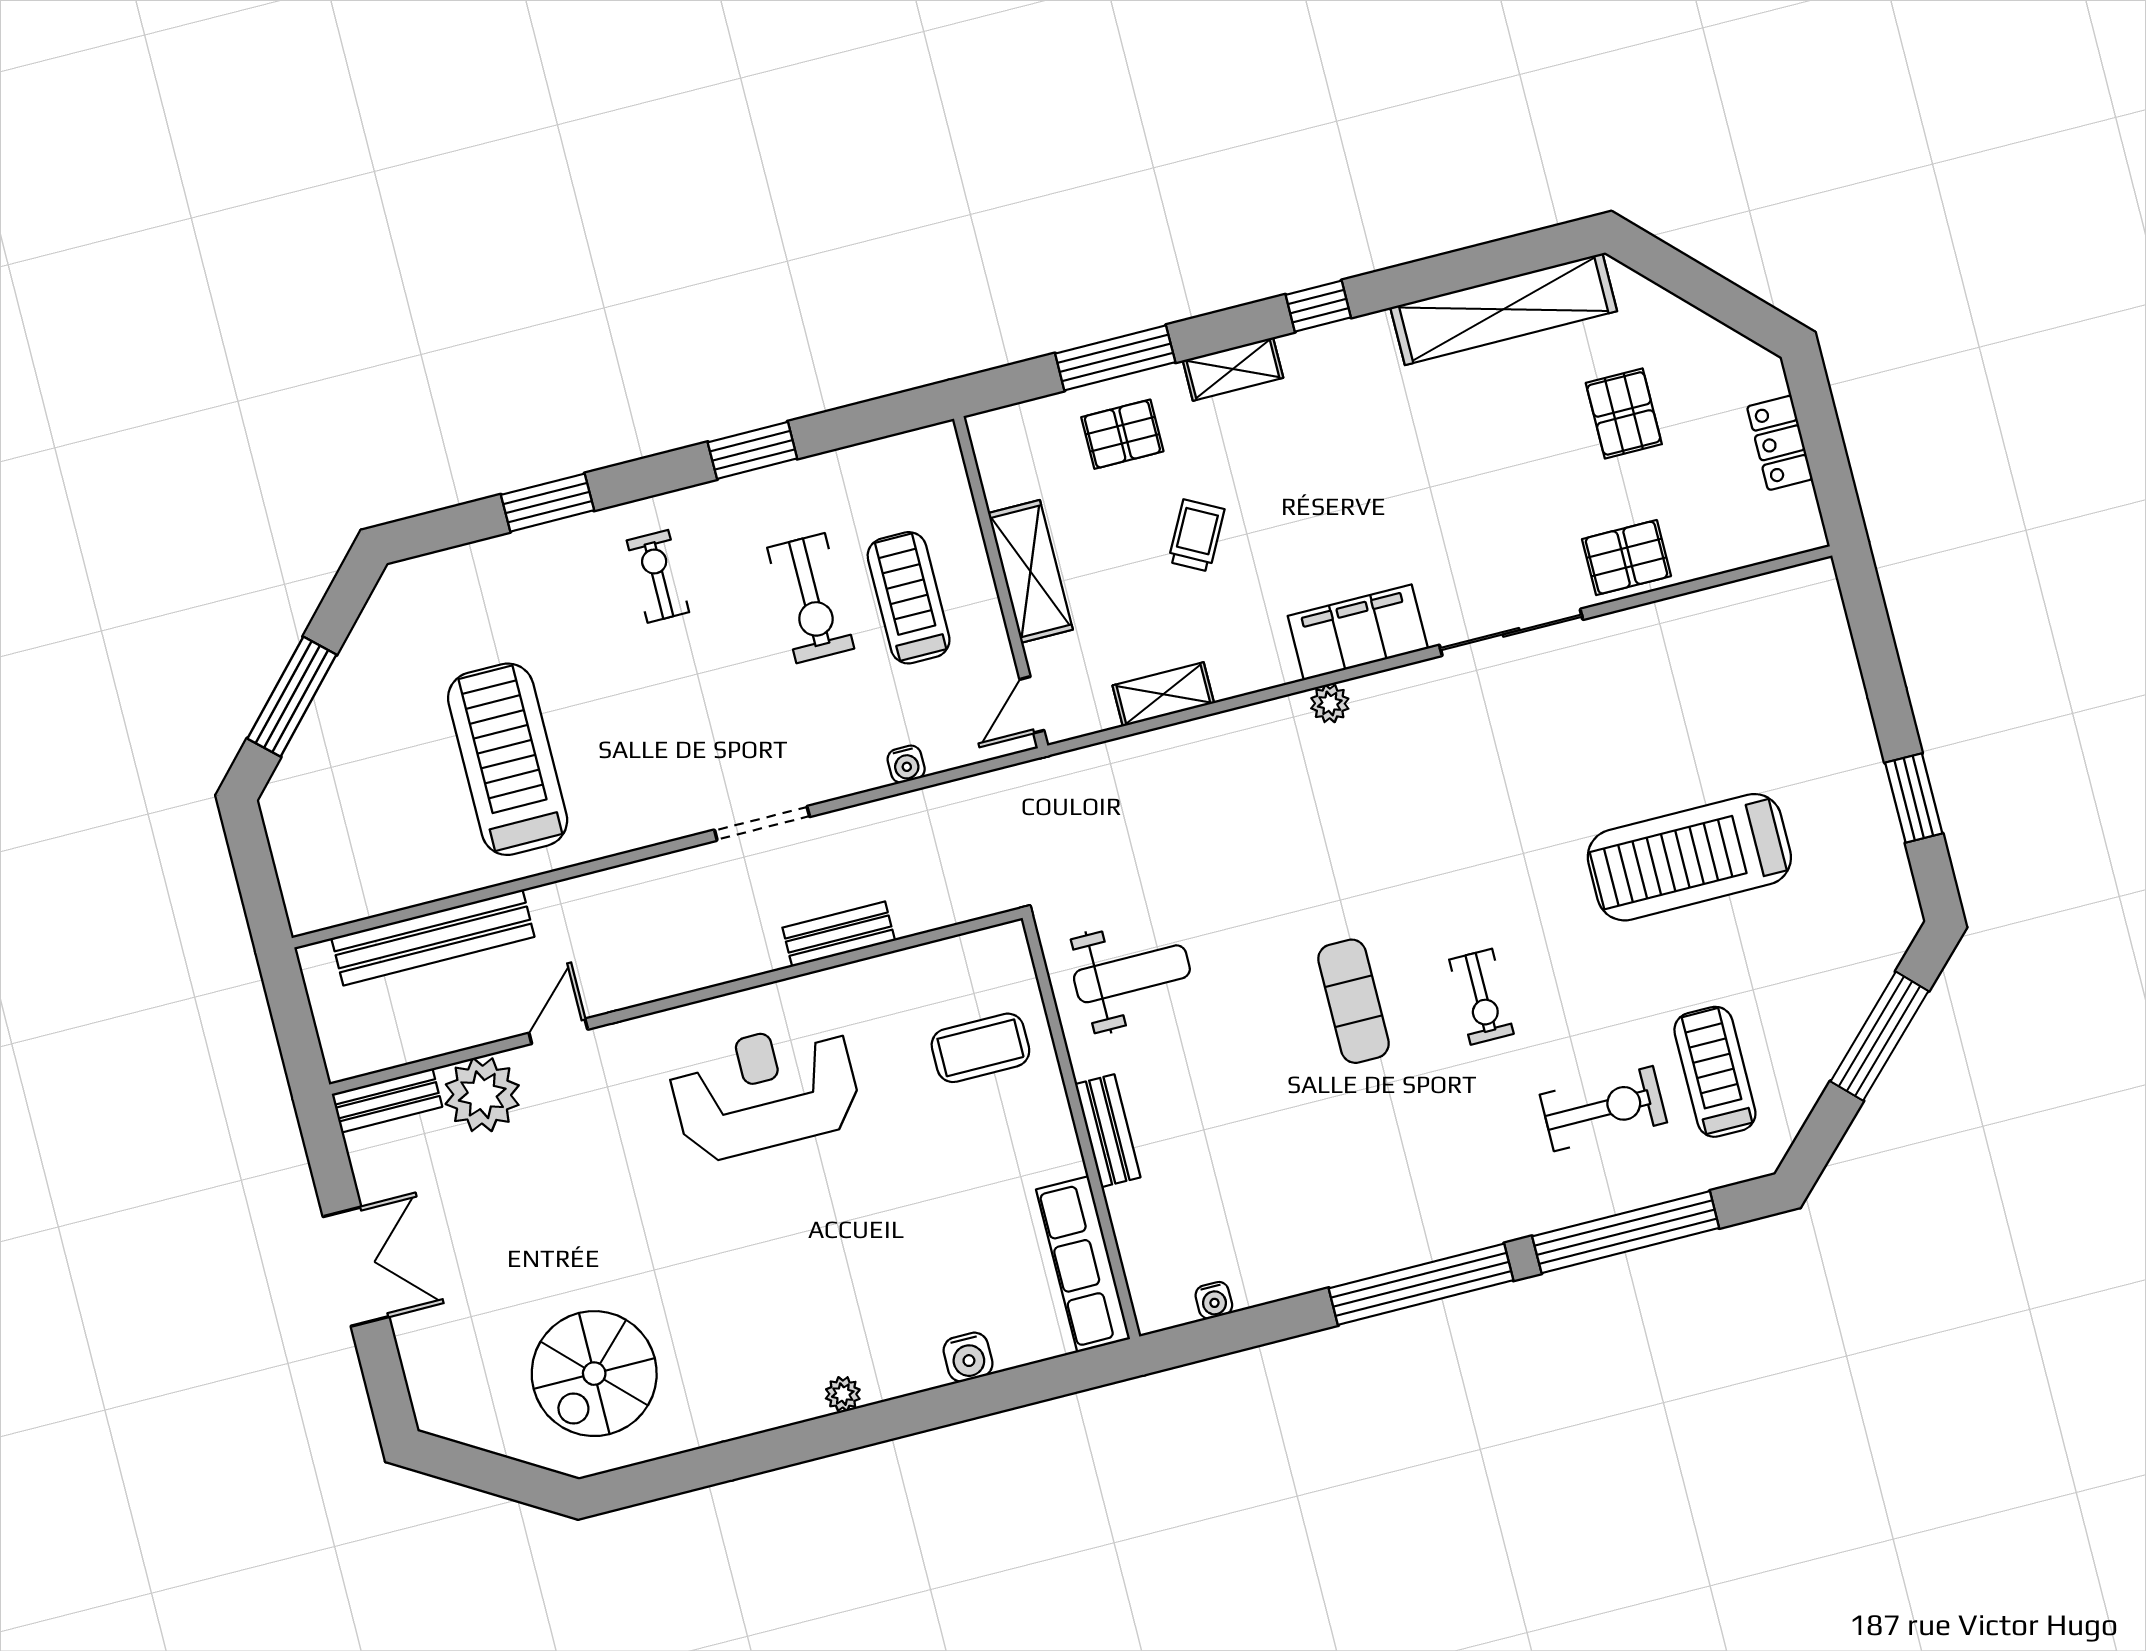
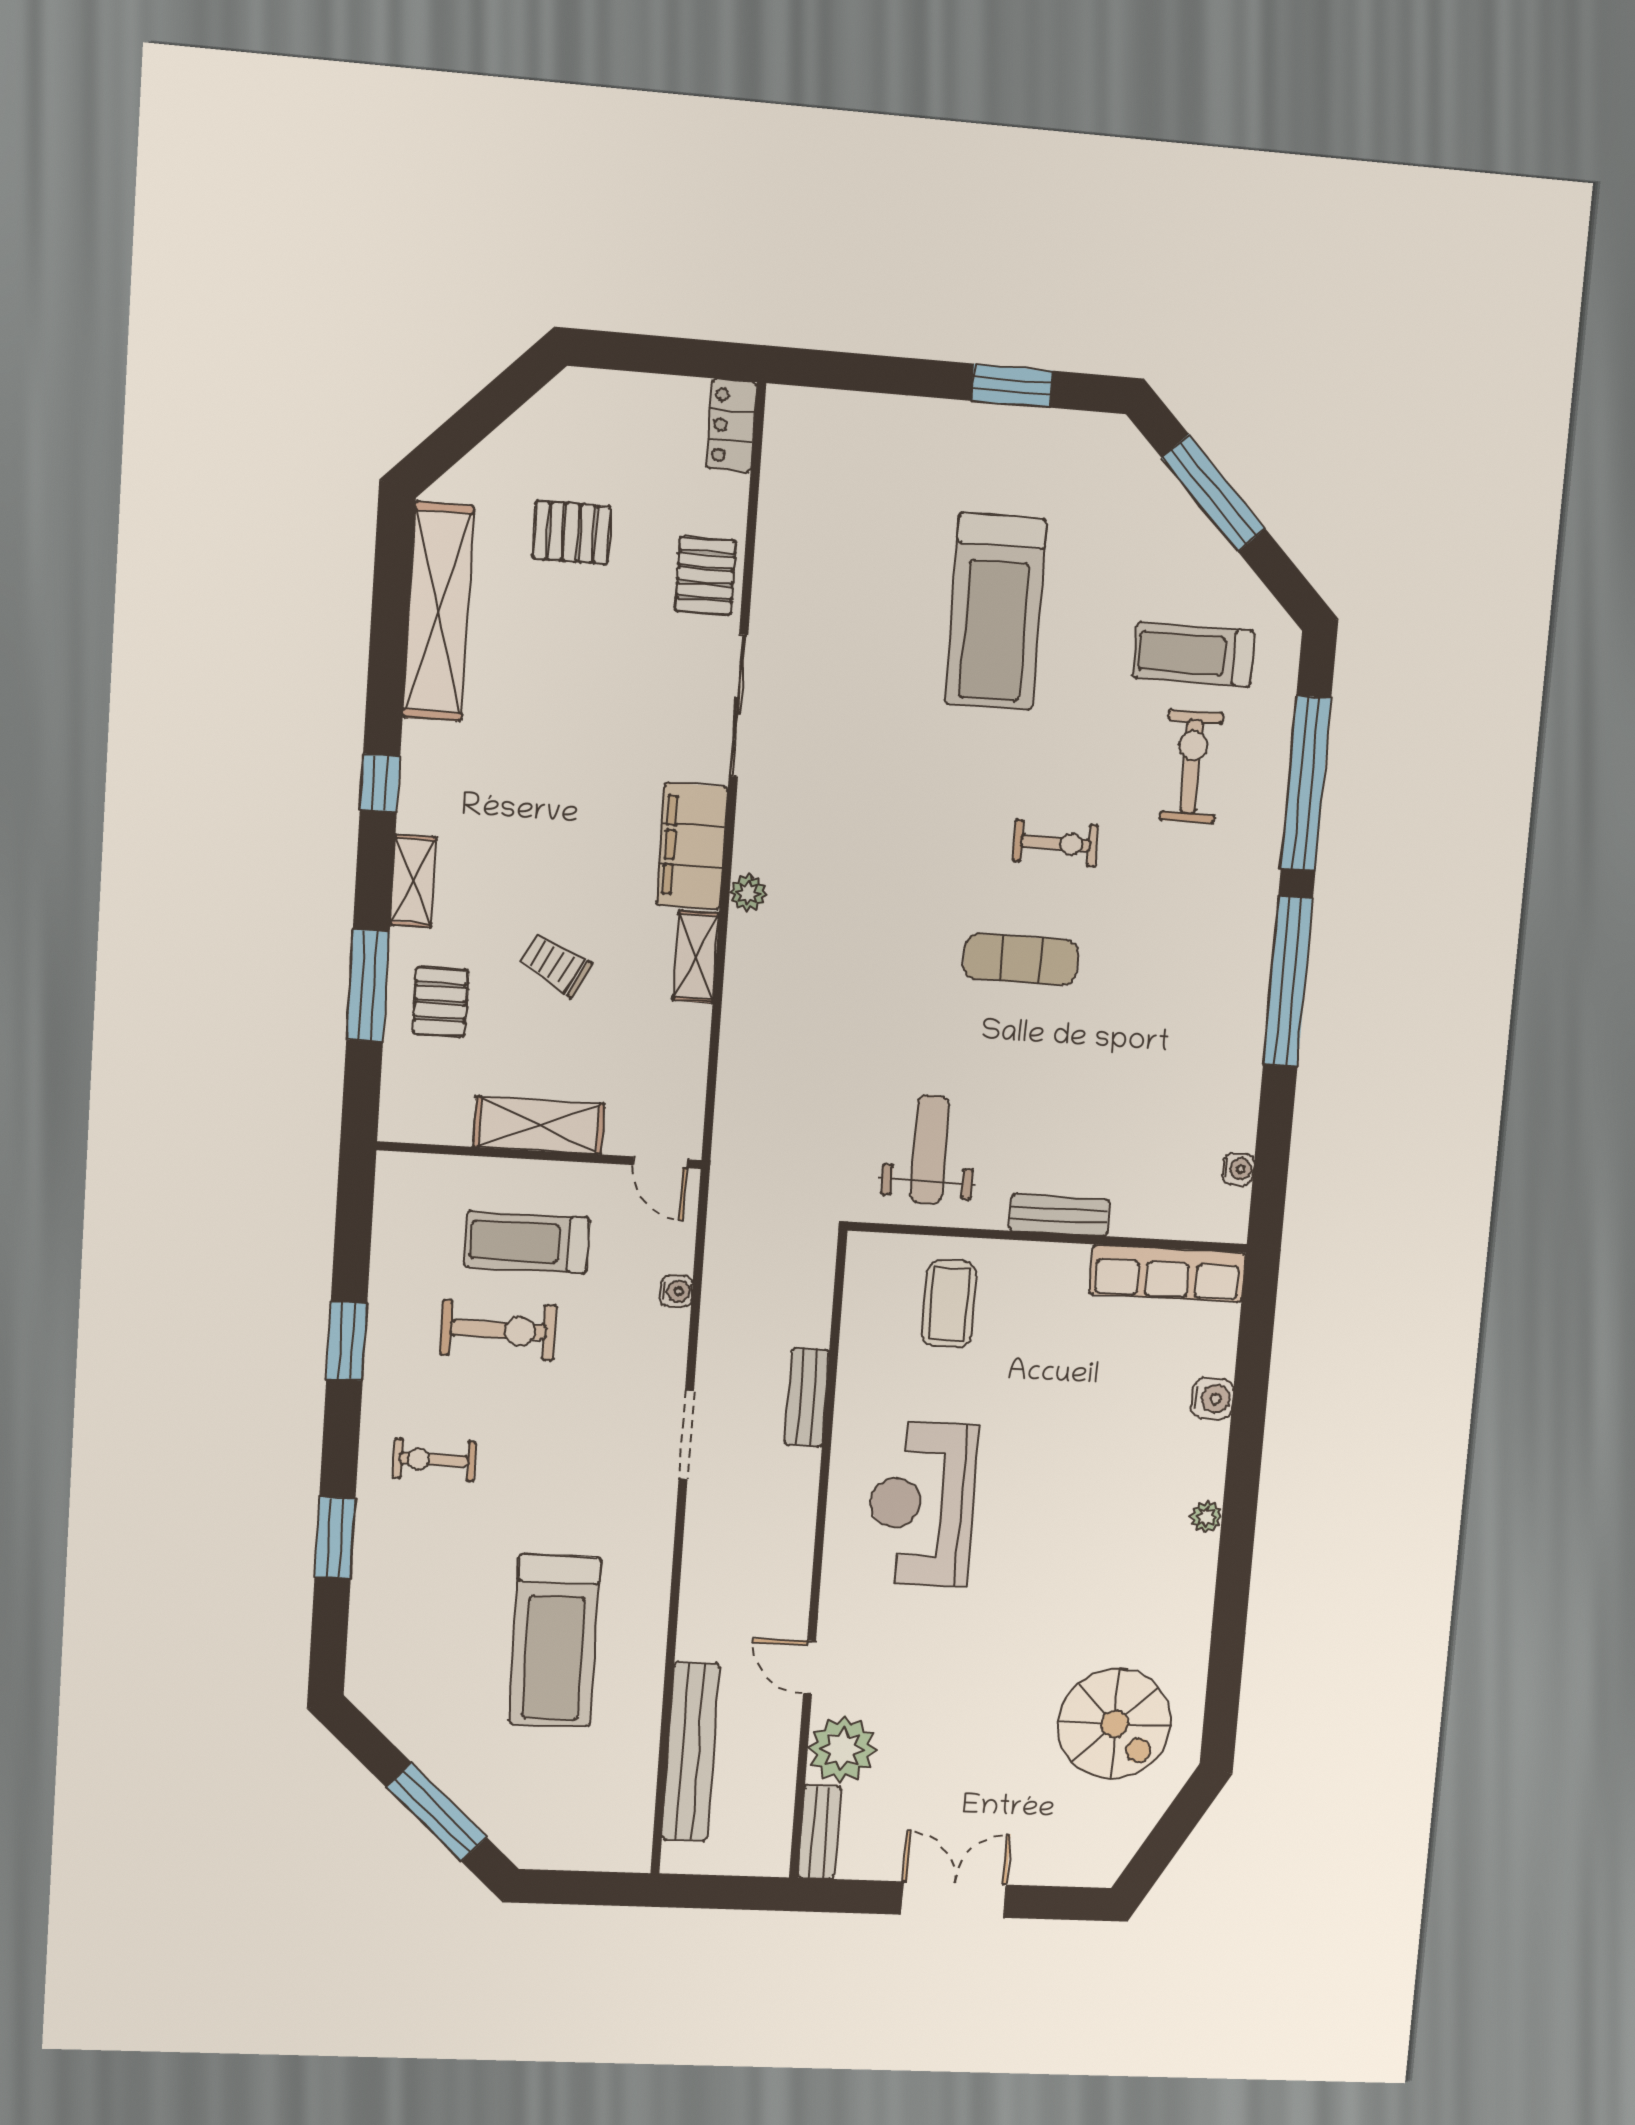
locker: (1780, 443) -> (731, 426), moved, turned 90
shelving: (1163, 694) -> (696, 957), moved
treadmill: (508, 759) -> (555, 1641), turned -90

